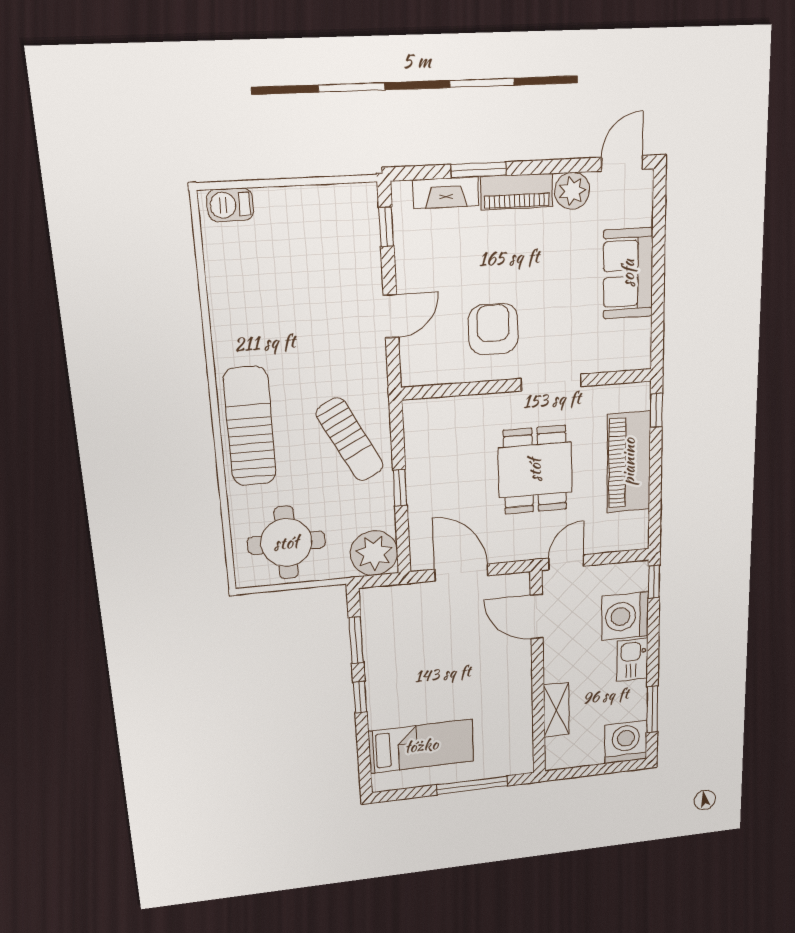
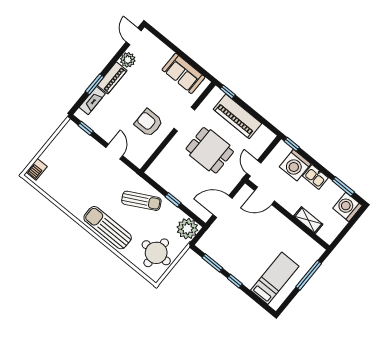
sofa: (628, 273) -> (184, 73), moved

